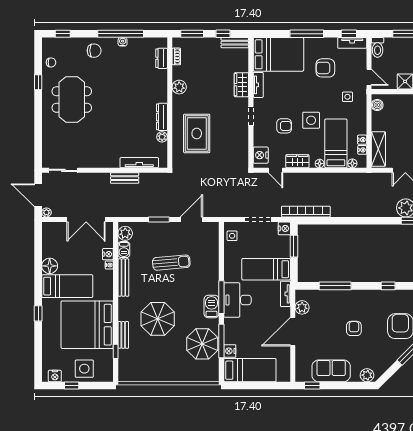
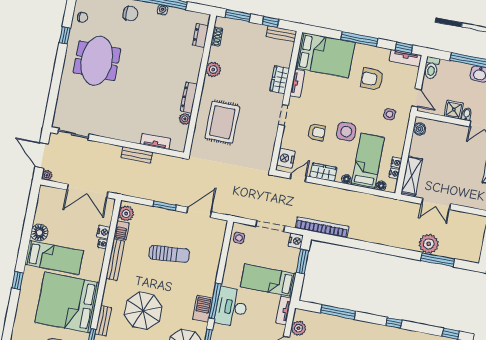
tv unit: (139, 163) -> (155, 141), width x0.71
door: (275, 170) -> (298, 177), swing flipped

